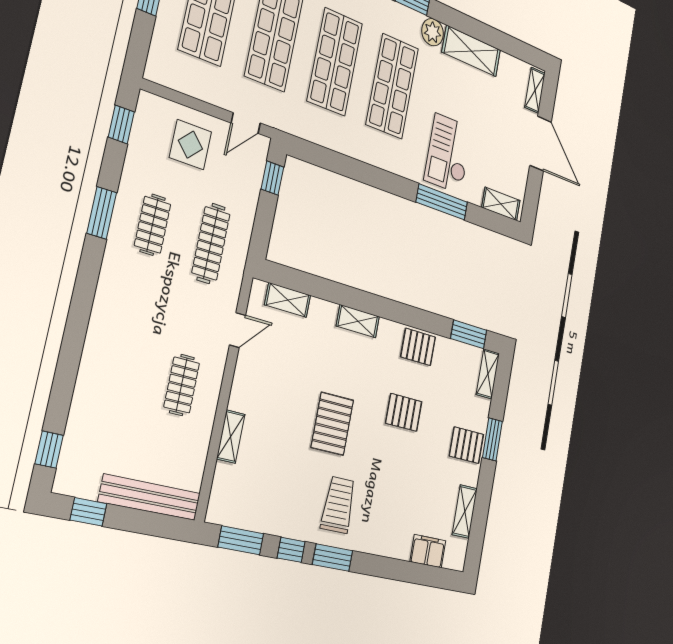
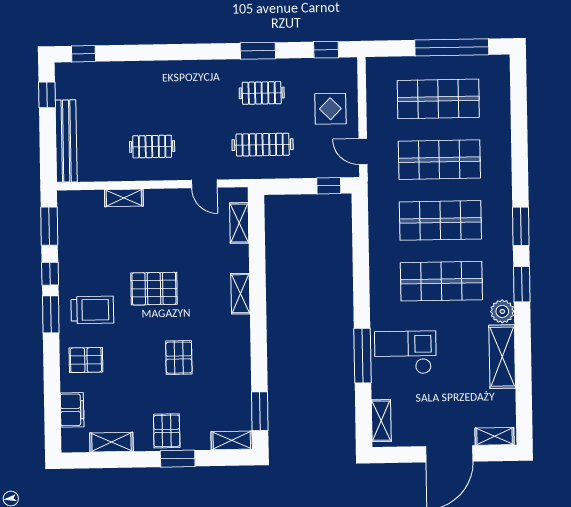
pallet: (418, 347) -> (86, 360), moved, turned 90

